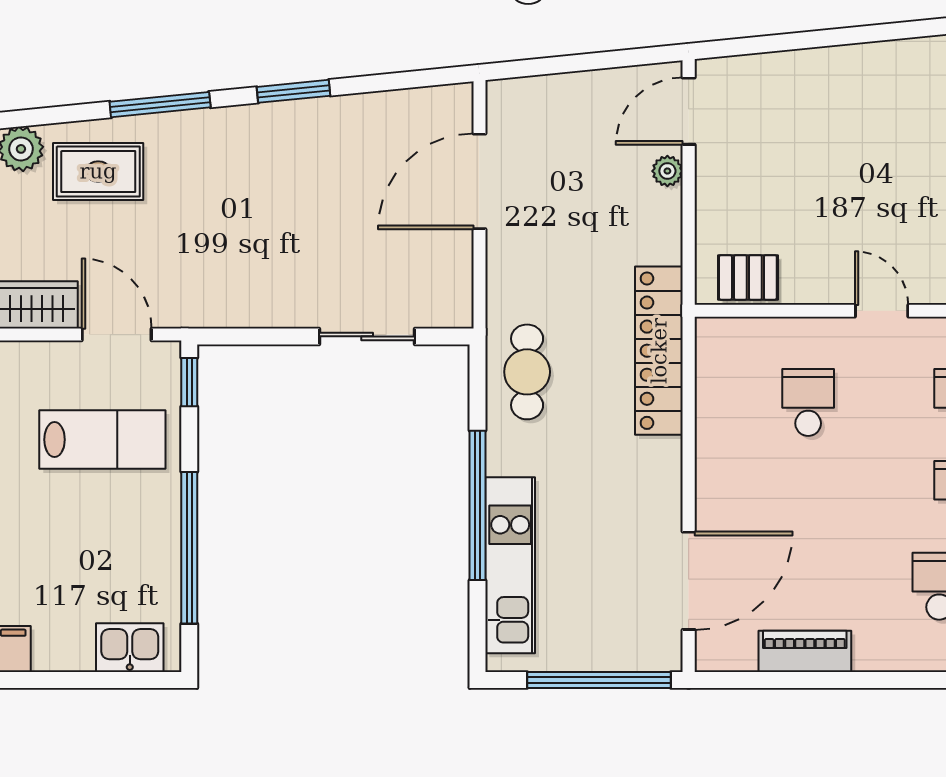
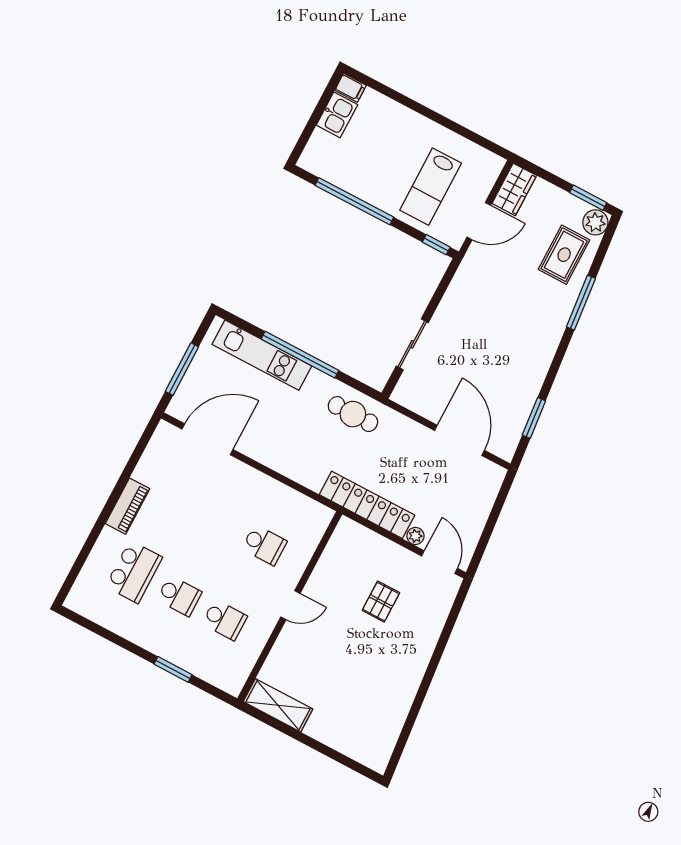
window: (293, 91) -> (534, 418), moved
pallet: (748, 277) -> (381, 602), moved
locker: (659, 351) -> (367, 505), moved
door: (689, 581) -> (207, 439), swing flipped
kitchen sink: (130, 648) -> (337, 115), moved
piano: (805, 651) -> (127, 506), moved
window: (599, 680) -> (182, 369), width x0.68

